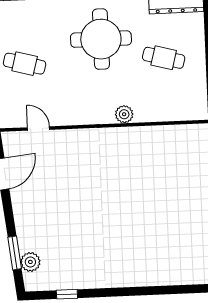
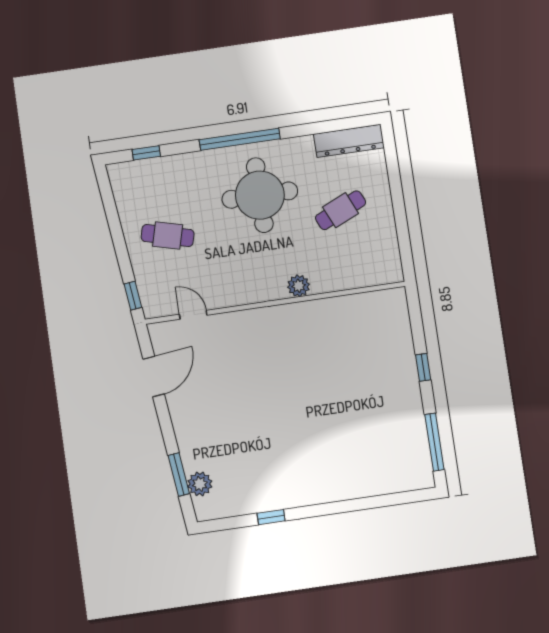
cafe table: (164, 58) -> (341, 210), turned -39
window: (67, 294) -> (271, 517), moved

